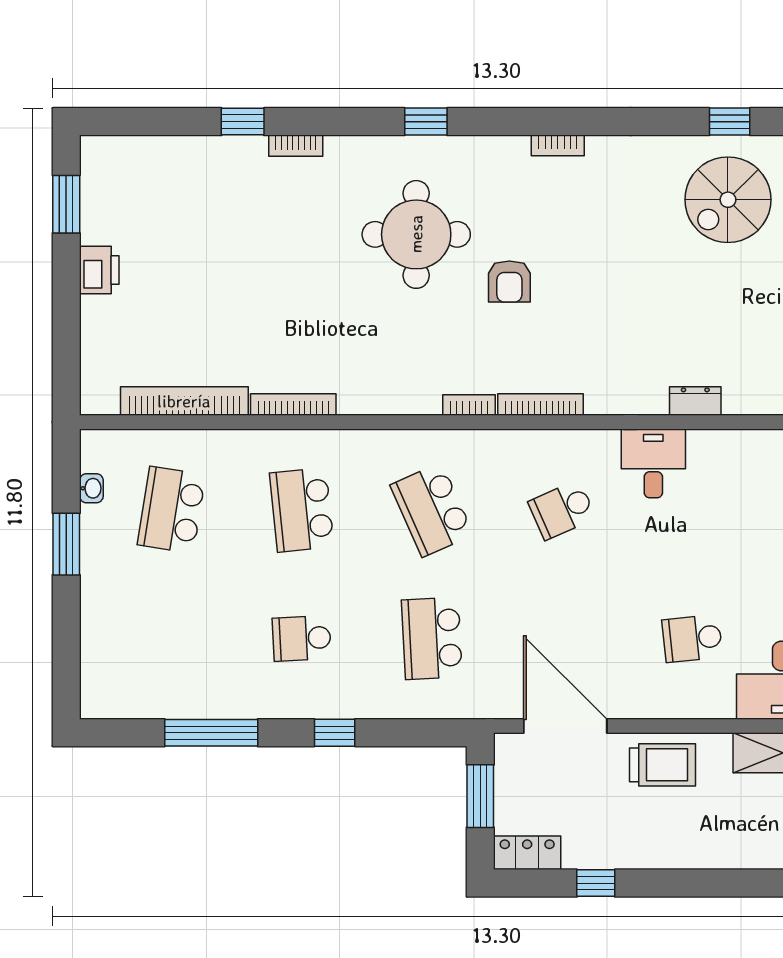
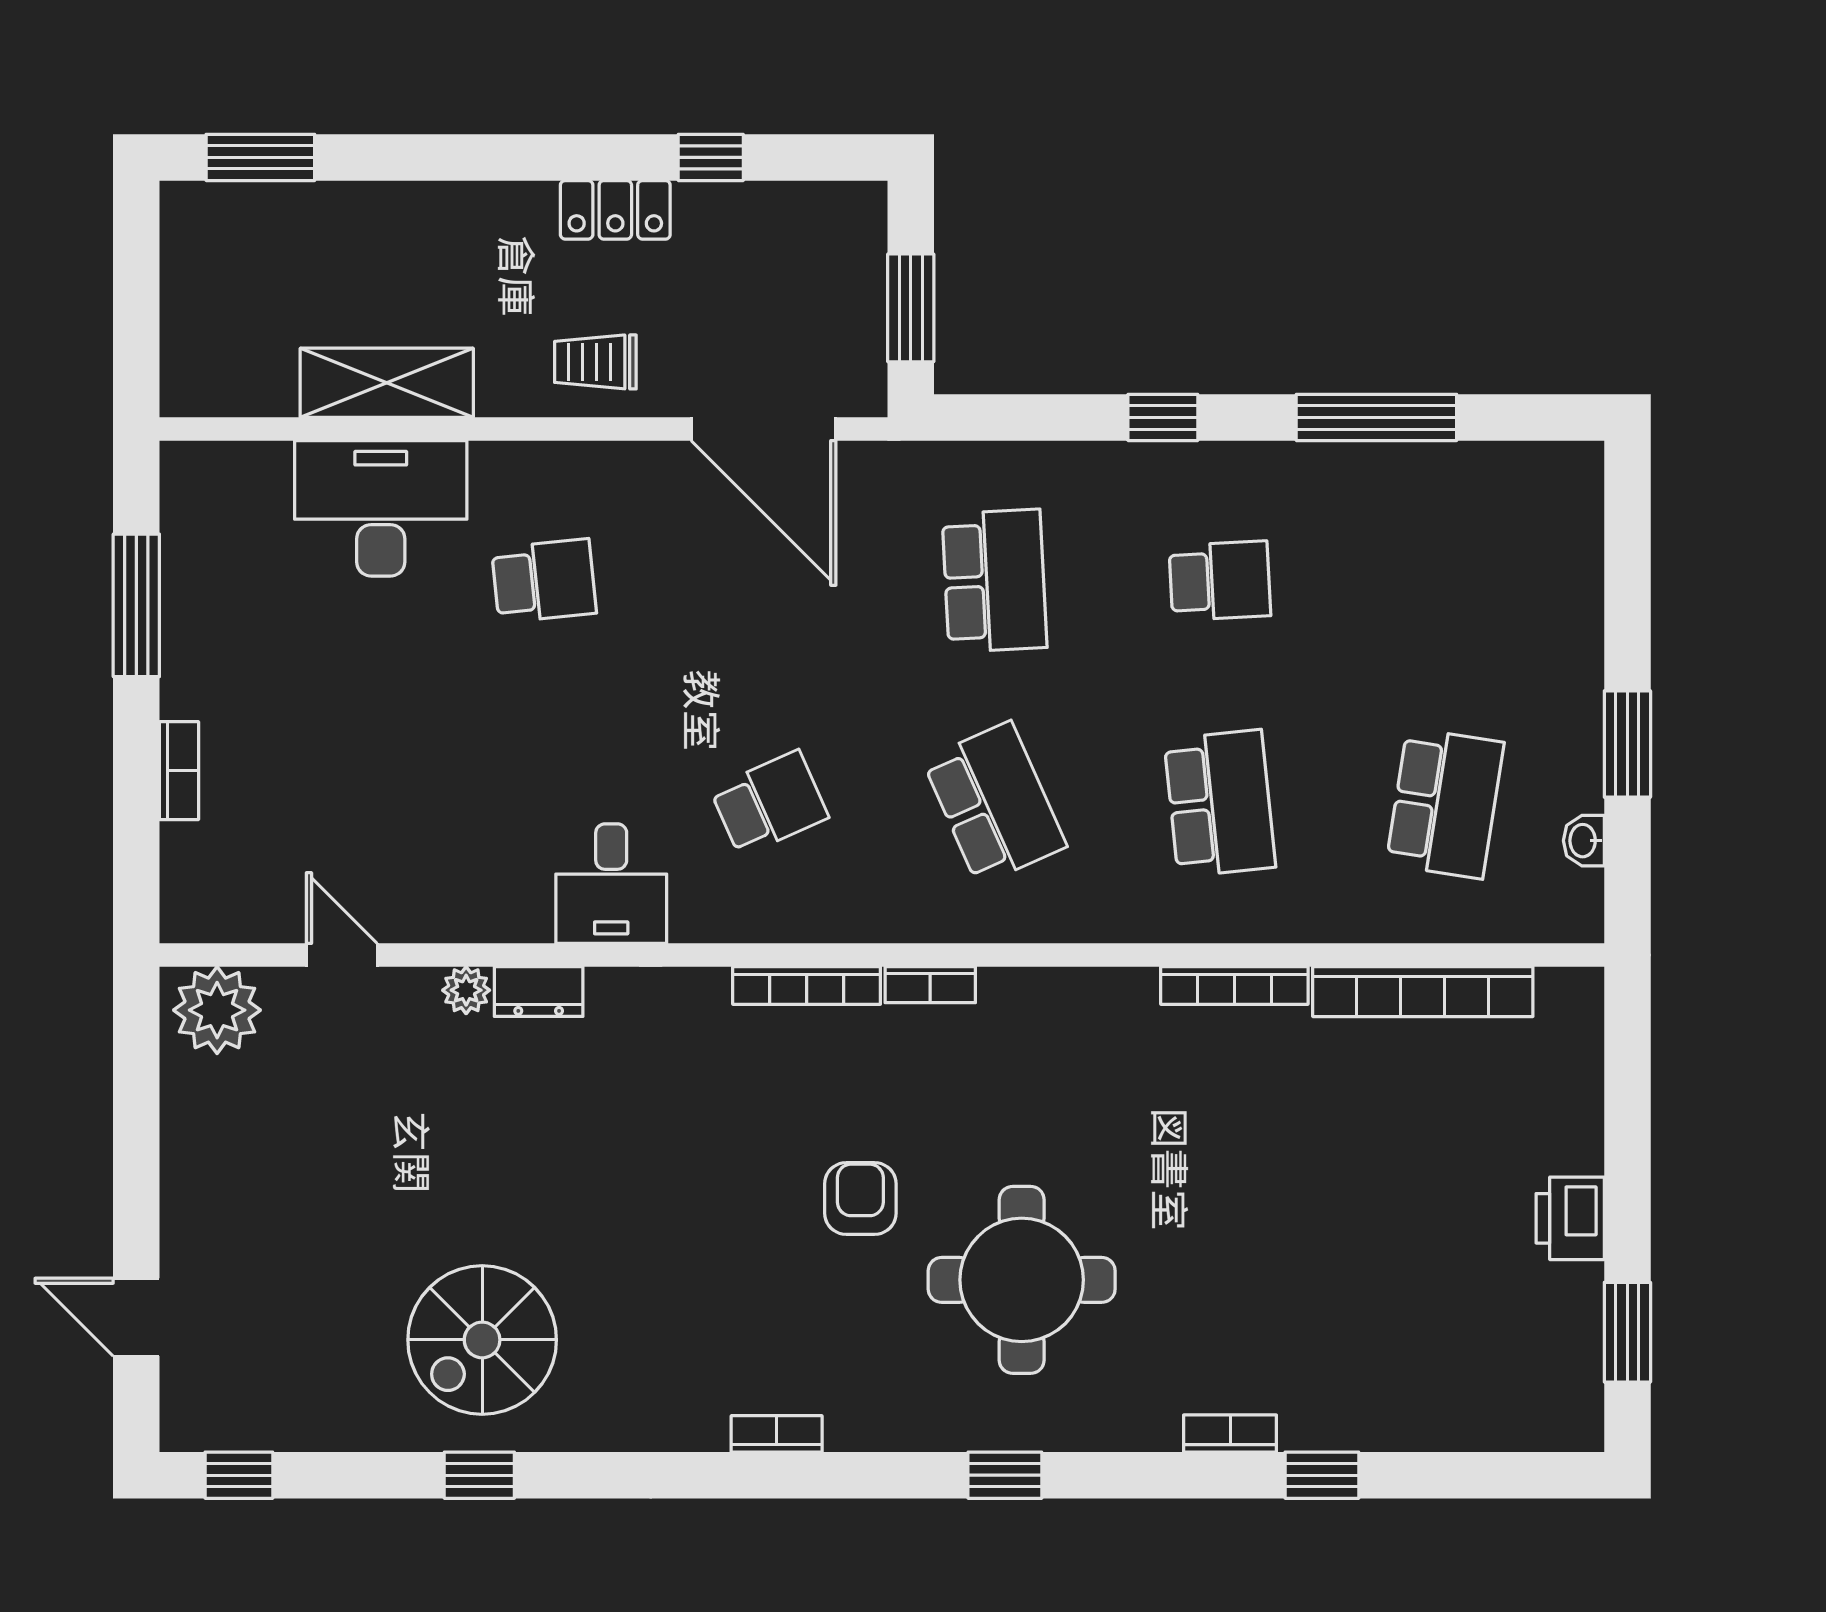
spiral stairs: (728, 200) -> (482, 1340), turned 180
plant: (737, 402) -> (466, 990), added
trolley: (662, 765) -> (595, 362), width x0.73, depth x0.72
locker: (527, 853) -> (615, 210), moved

